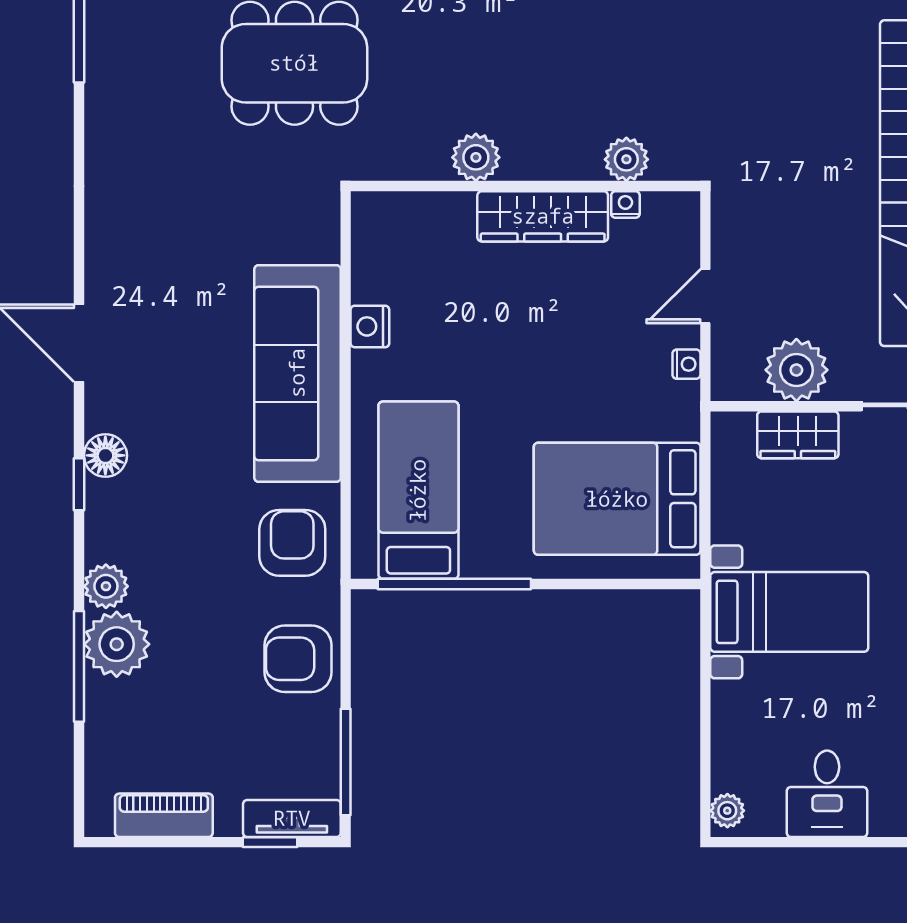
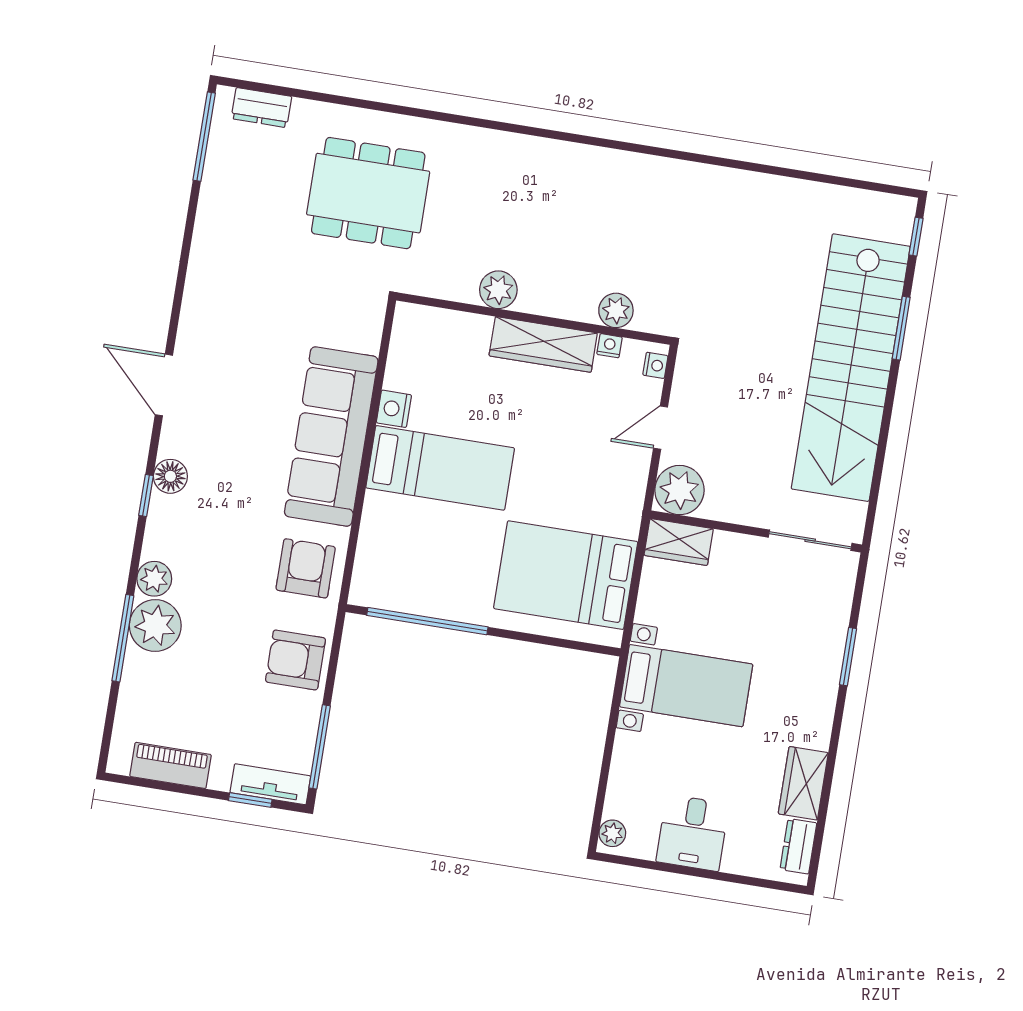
nightstand: (686, 364) -> (655, 365), moved
plant: (796, 370) -> (679, 490), moved
wardrobe: (798, 435) -> (679, 542), moved
bed: (418, 490) -> (440, 468), moved, turned 90

